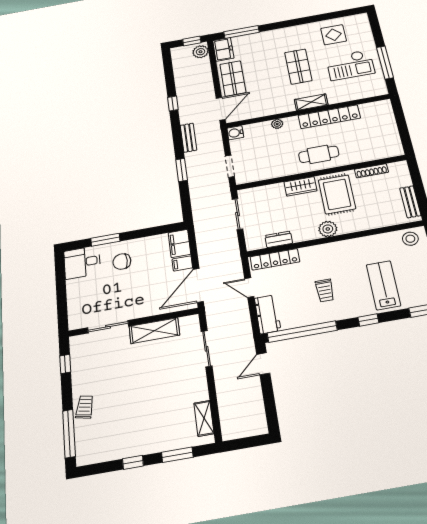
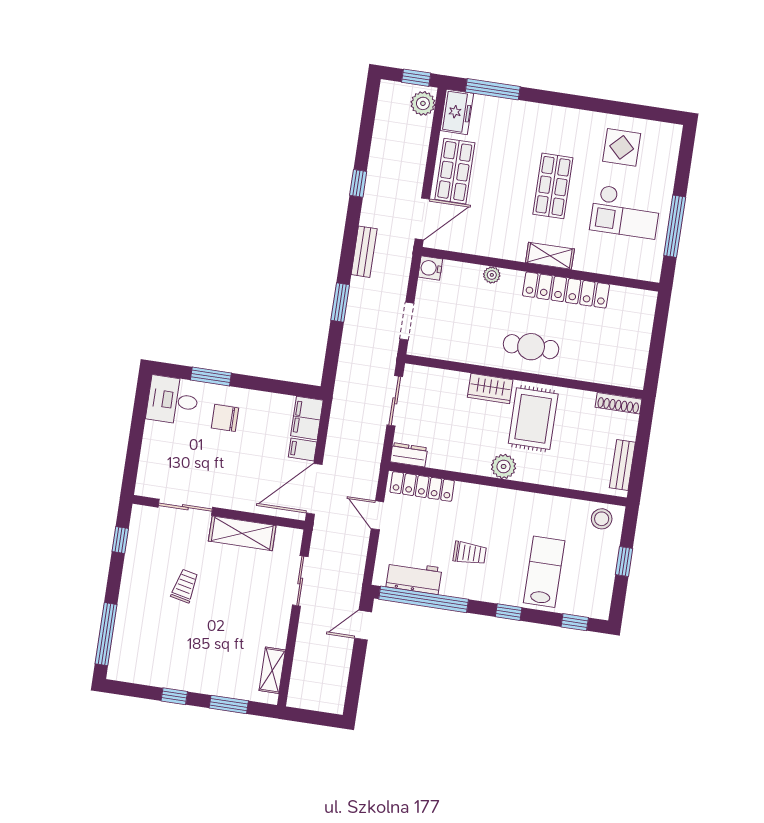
shoe rack: (371, 171) -> (619, 403), moved
dresser: (279, 239) -> (409, 455), moved
trolley: (325, 290) -> (470, 553), turned -90
workbench: (268, 314) -> (414, 577), moved, turned -90
trolley: (85, 407) -> (185, 586), moved

